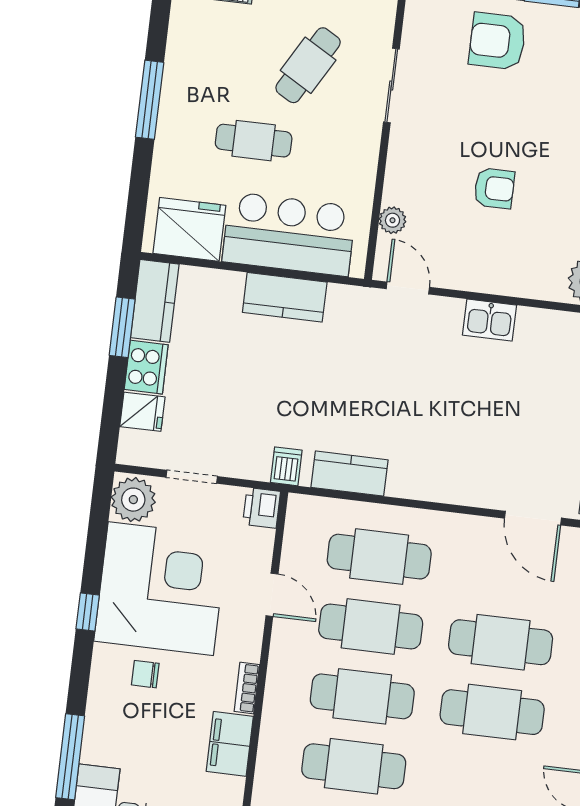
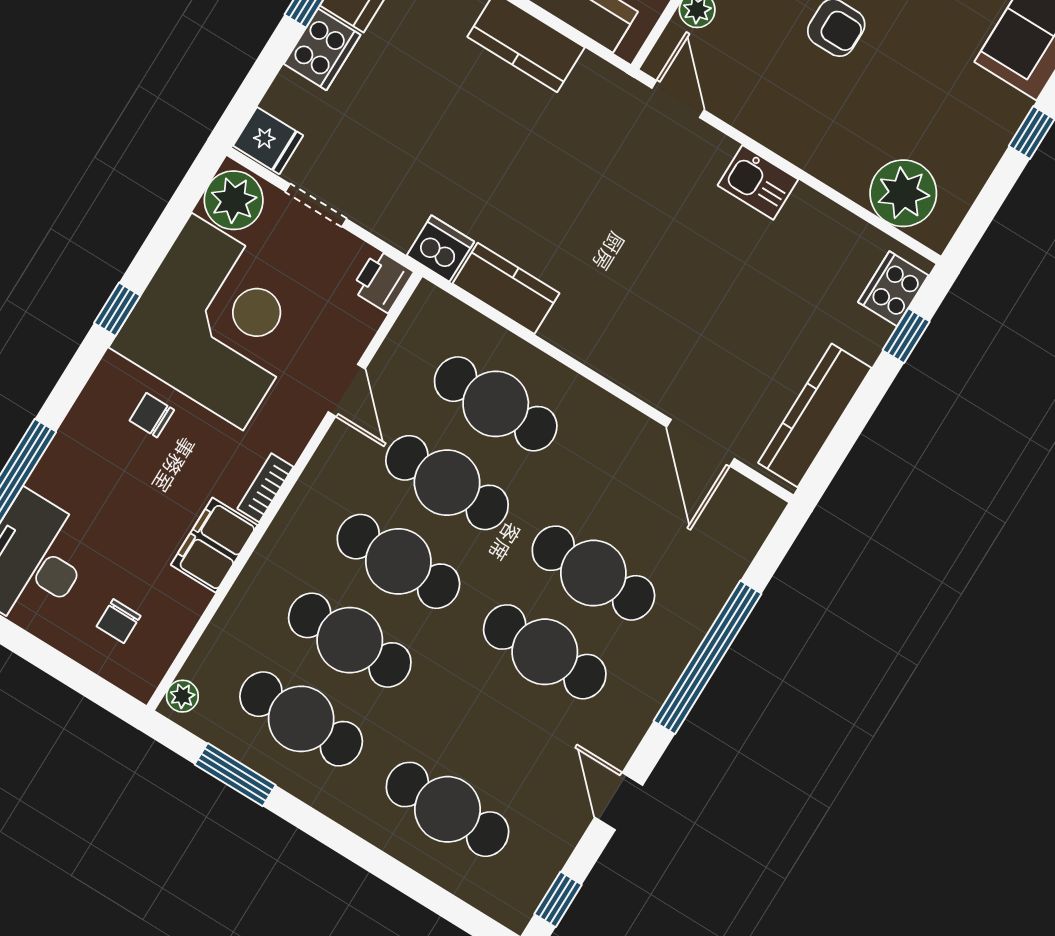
fridge: (142, 412) -> (268, 141), moved
dishwasher: (286, 466) -> (440, 249), width x1.38

